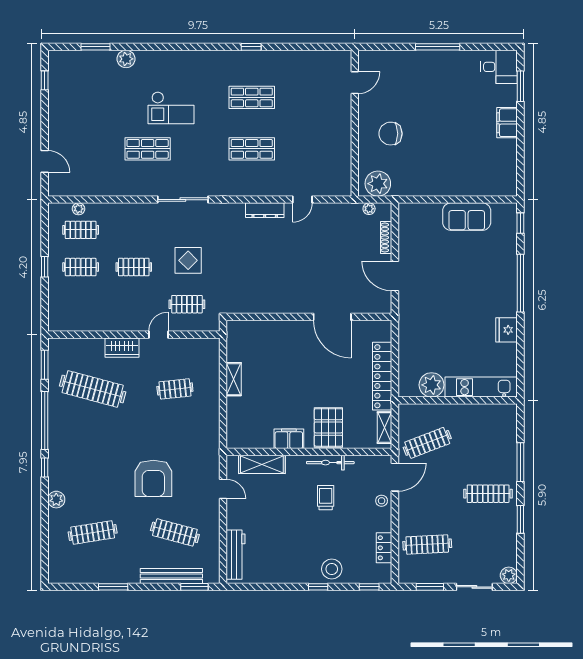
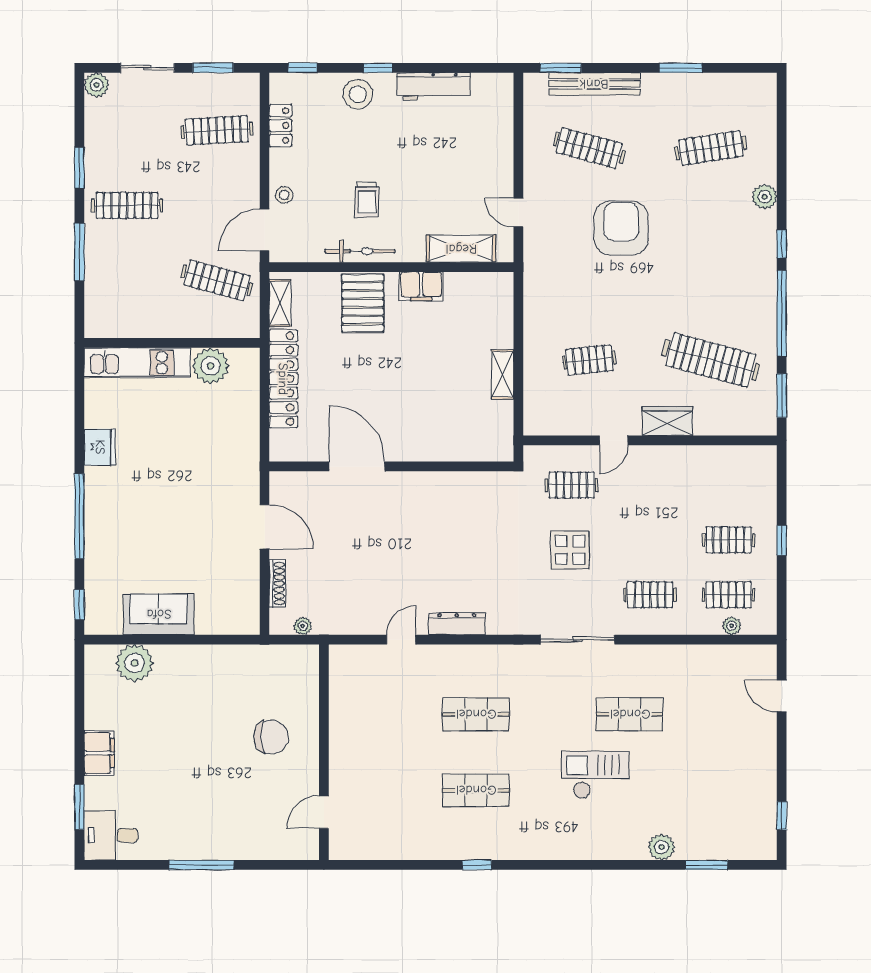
plant: (378, 184) -> (135, 663), moved
clothes rail: (134, 267) -> (650, 595), moved
clothes rail: (427, 443) -> (217, 280), turned 36
workbench: (235, 555) -> (433, 86), moved, turned -90

